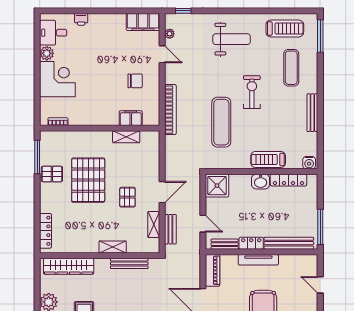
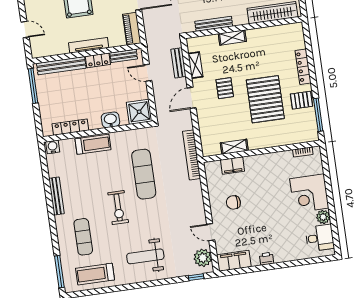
printer: (81, 19) -> (267, 259), moved
plant: (170, 34) -> (203, 258), width x1.87, depth x1.87
bookcase: (170, 110) -> (192, 155), moved
washbasin: (261, 182) -> (110, 120), moved
locker: (45, 231) -> (303, 67), moved

